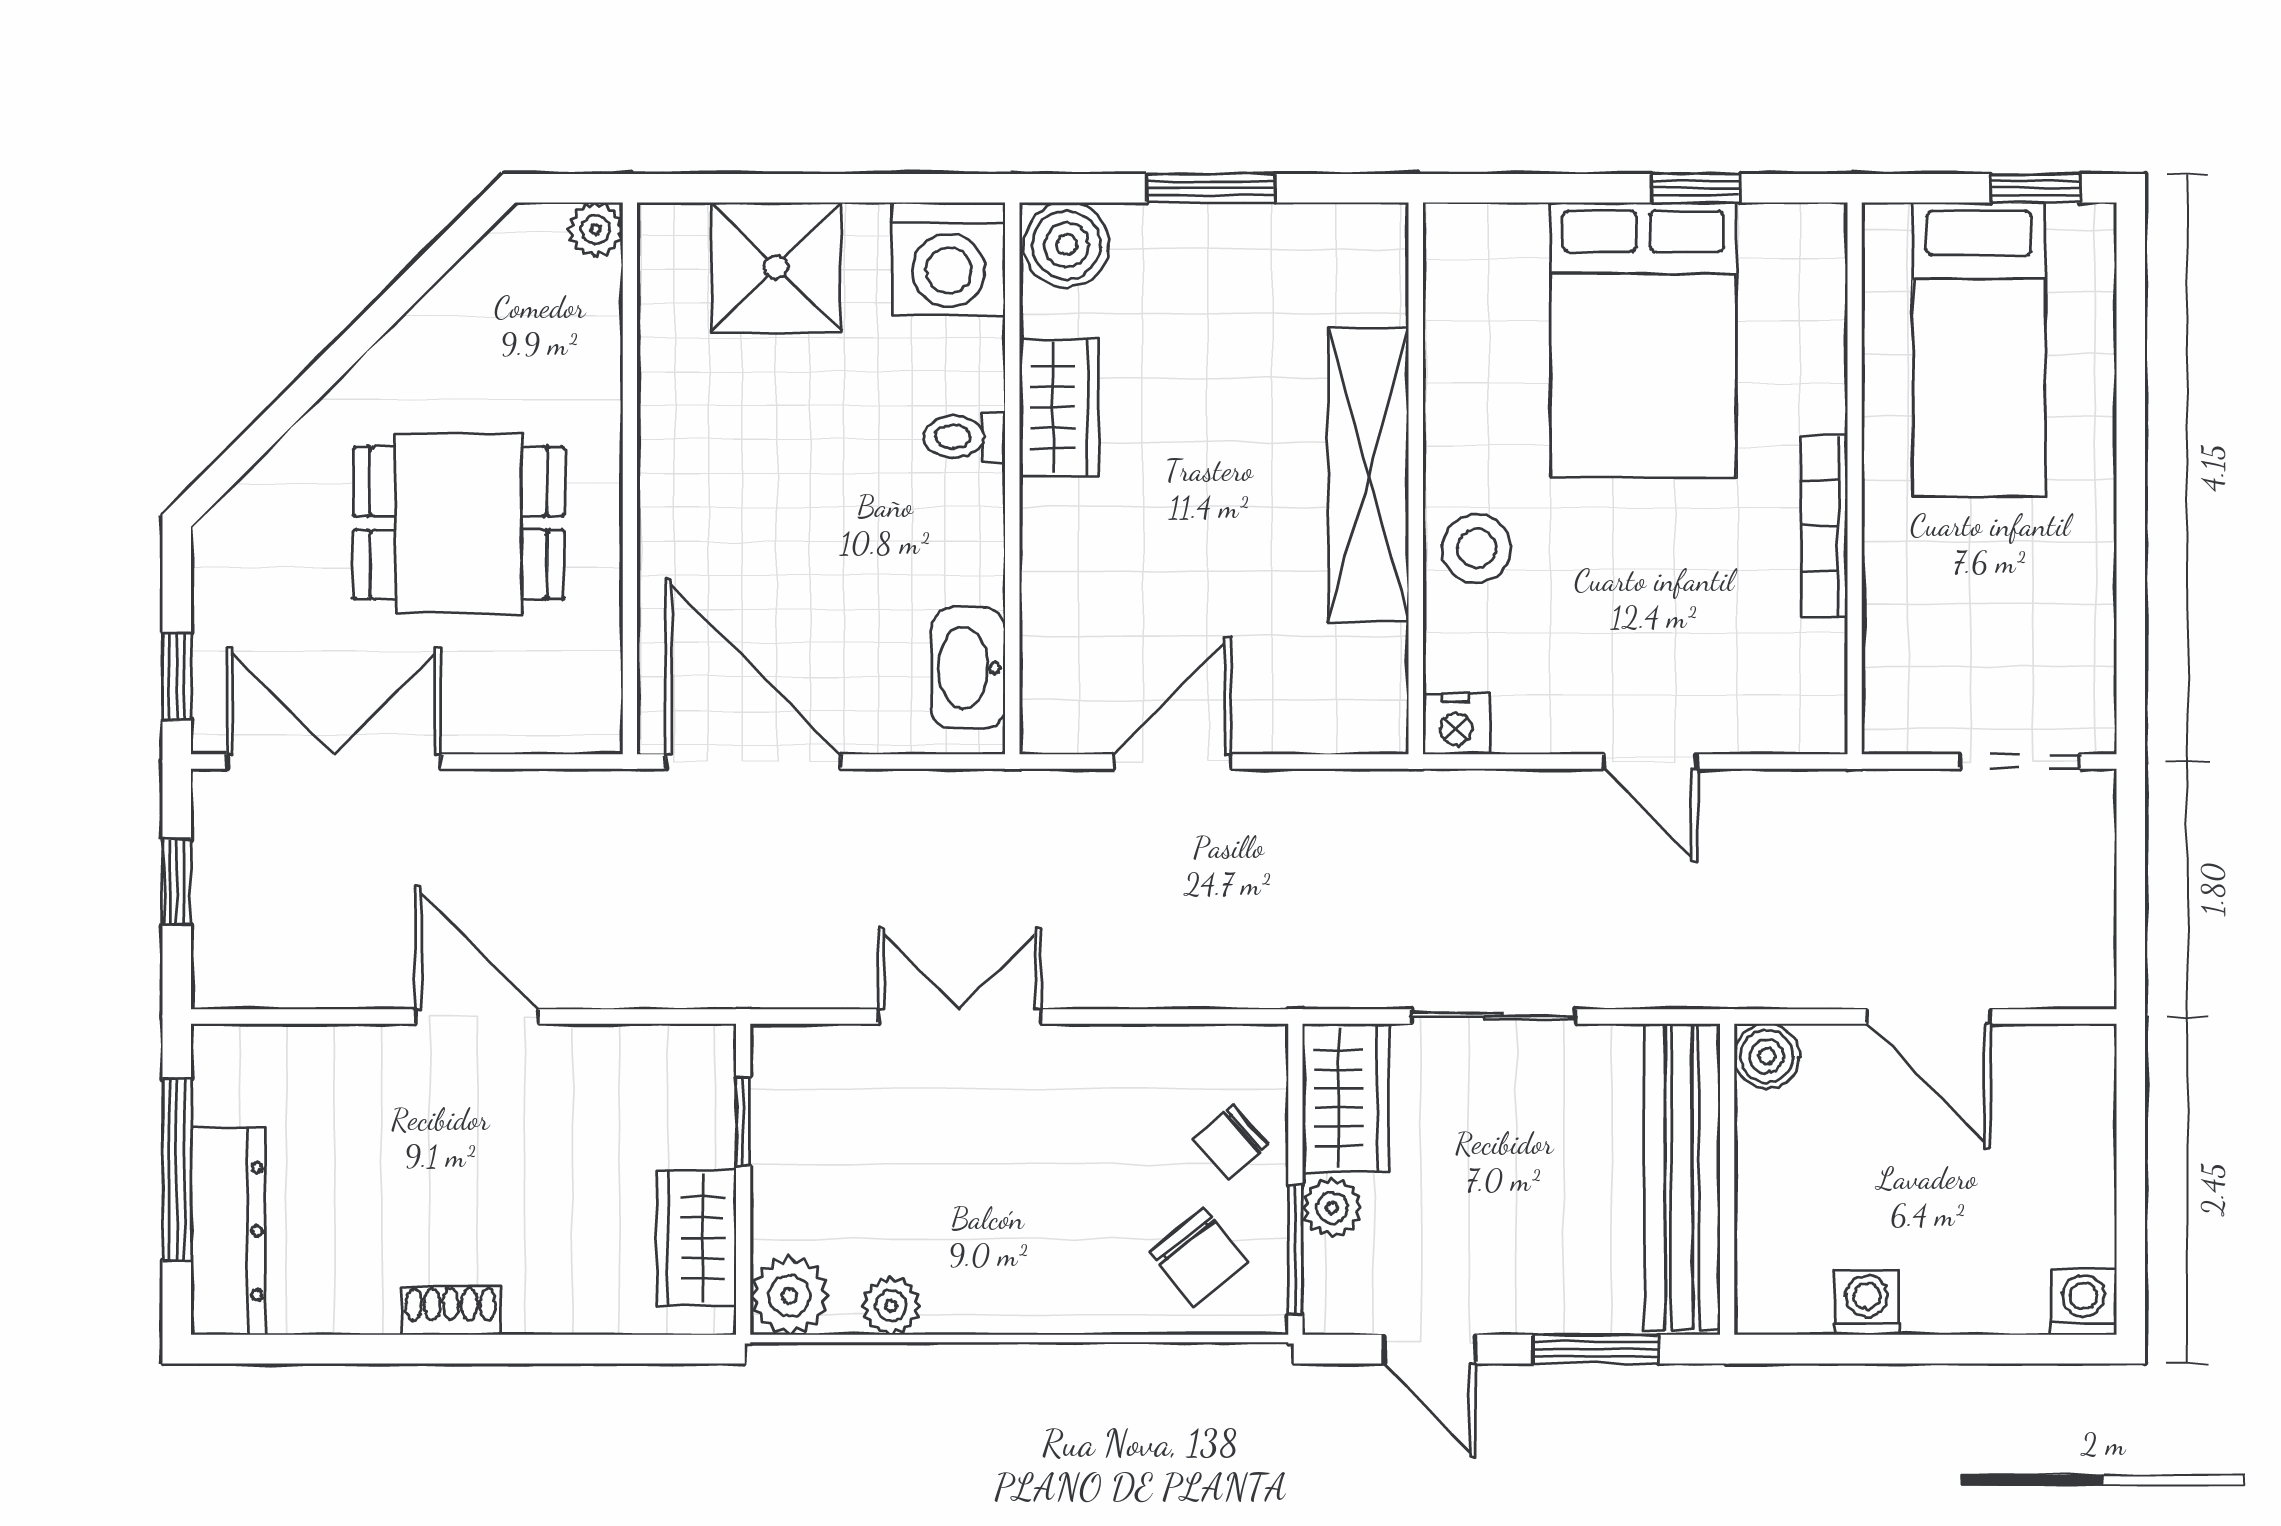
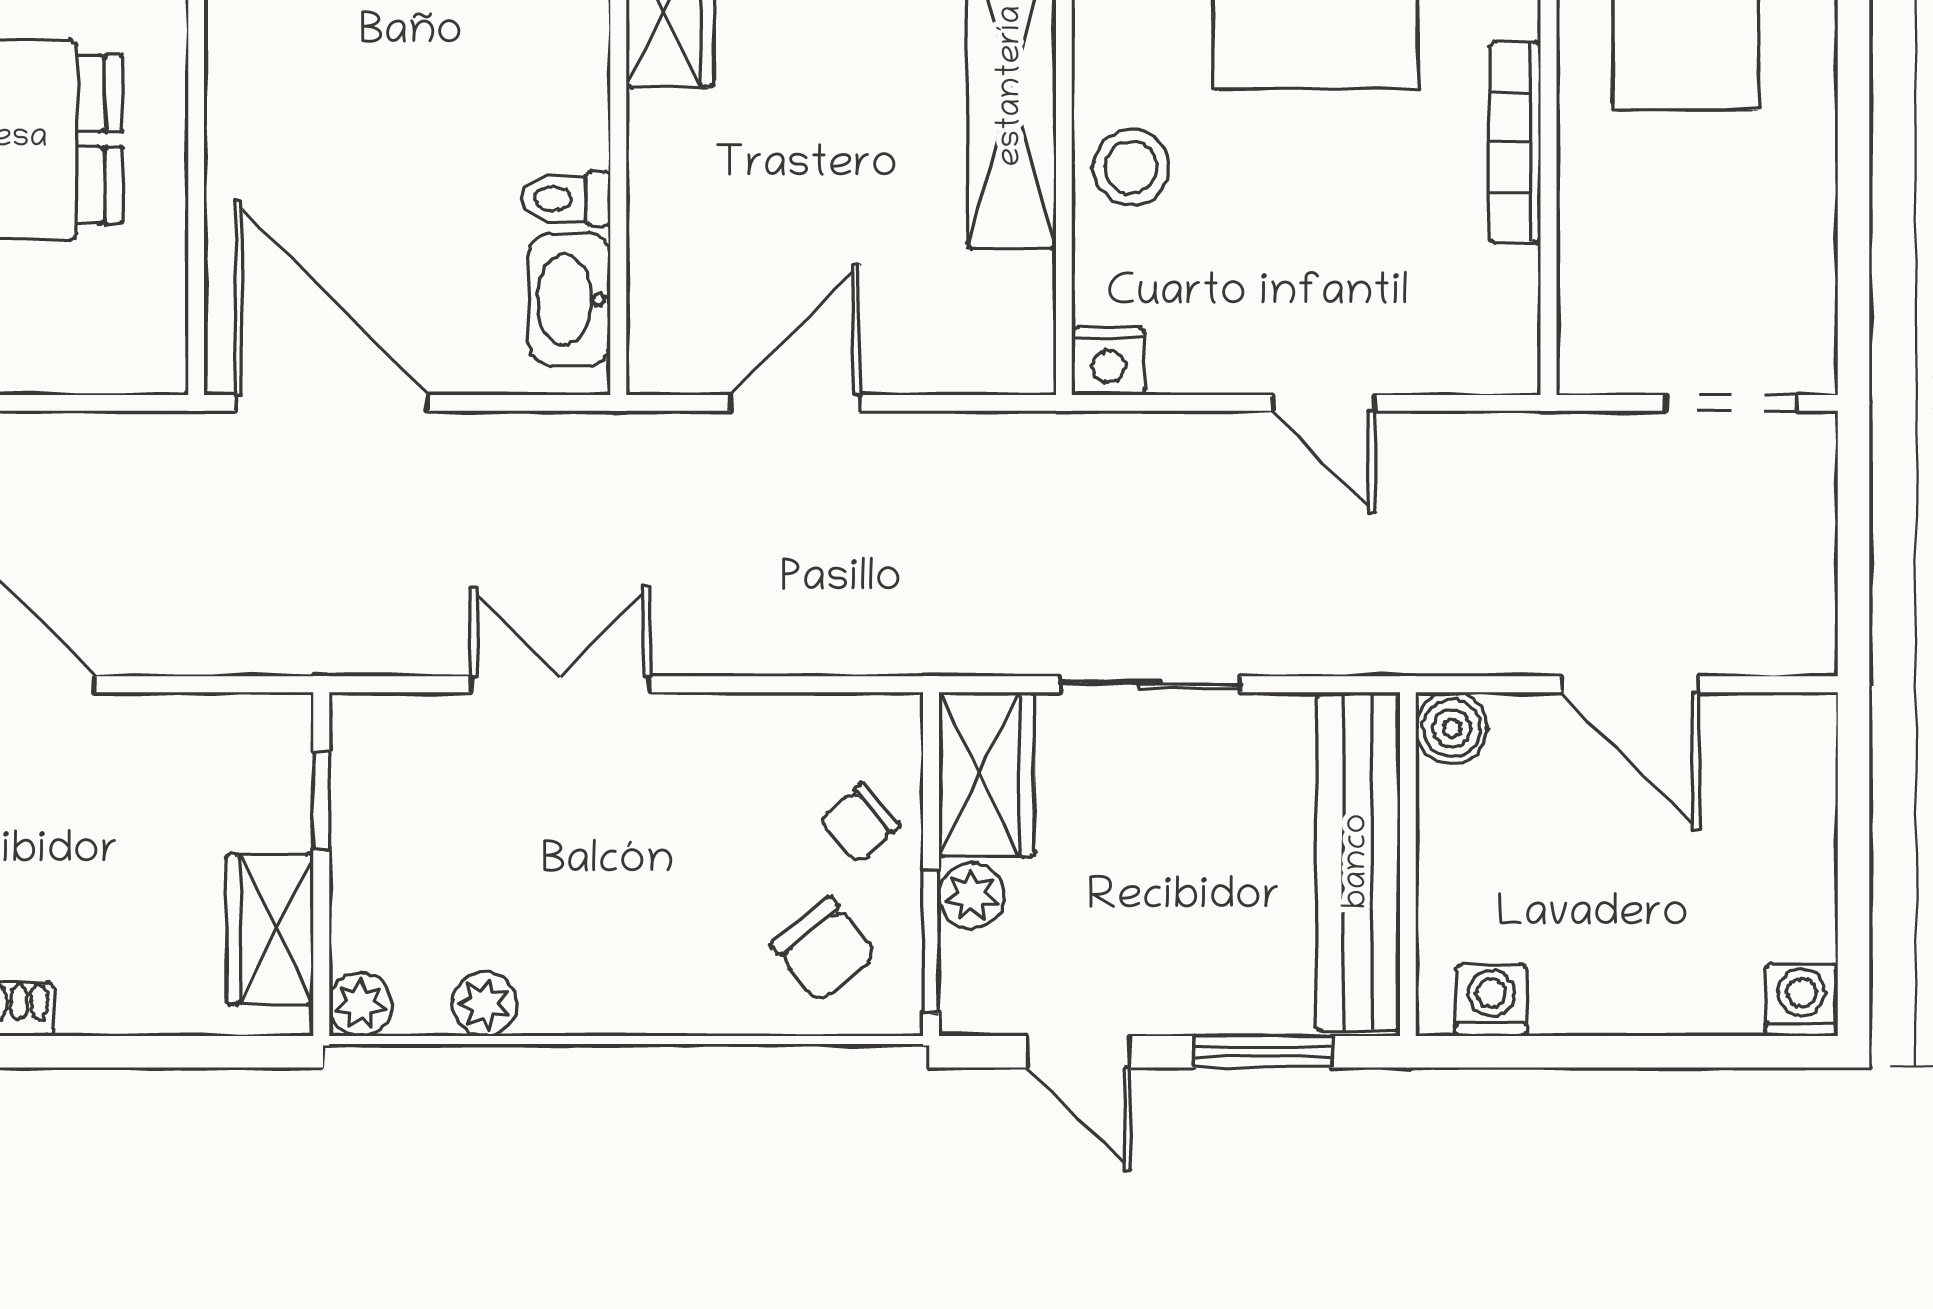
toilet: (965, 437) -> (566, 199), moved
plant: (790, 1296) -> (361, 1004), width x0.73, depth x0.73
washing machine: (1867, 1303) -> (1491, 1000), moved

